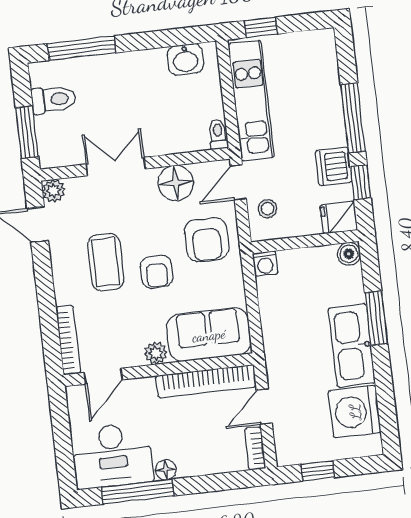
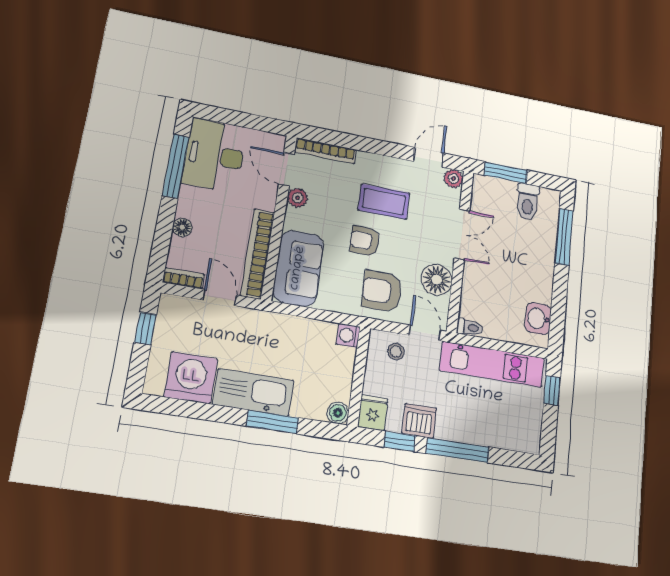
plant: (156, 353) -> (298, 198), moved
floor lamp: (166, 470) -> (182, 227), moved

